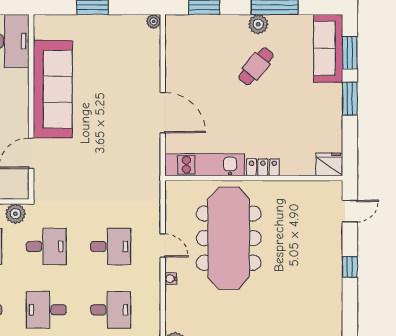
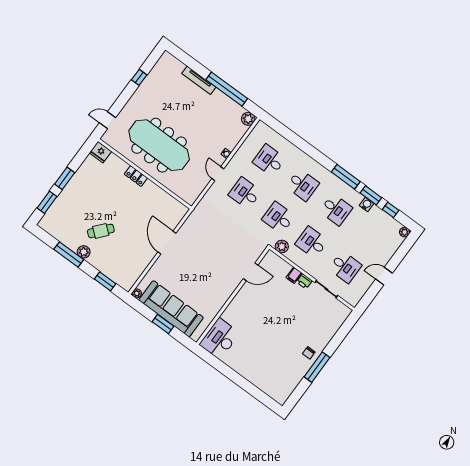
sofa: (328, 48) -> (57, 213), removed
sofa: (53, 89) -> (171, 309), moved, turned 90
kitchen unit: (205, 165) -> (165, 200), removed
meeting table: (229, 238) -> (159, 145), moved, turned 90
window: (350, 267) -> (139, 77), moved

